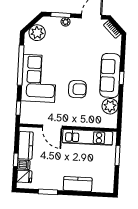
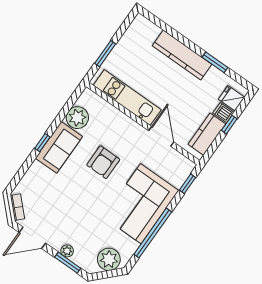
sofa: (110, 75) -> (59, 147), width x0.73
armchair: (77, 89) -> (103, 162), turned -90
kitchen counter: (78, 184) -> (182, 55), width x1.50

